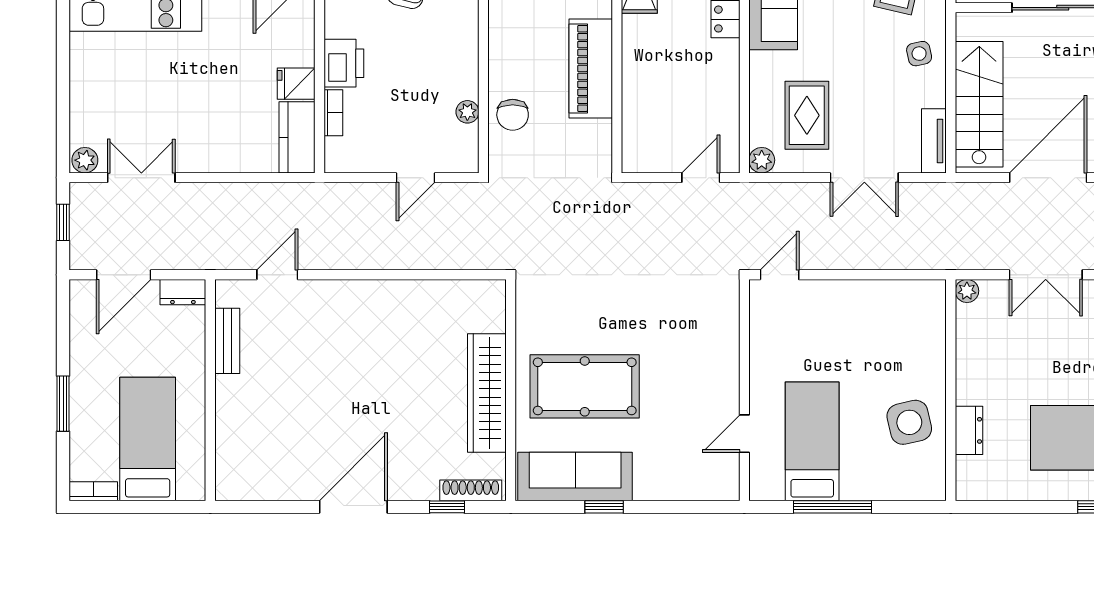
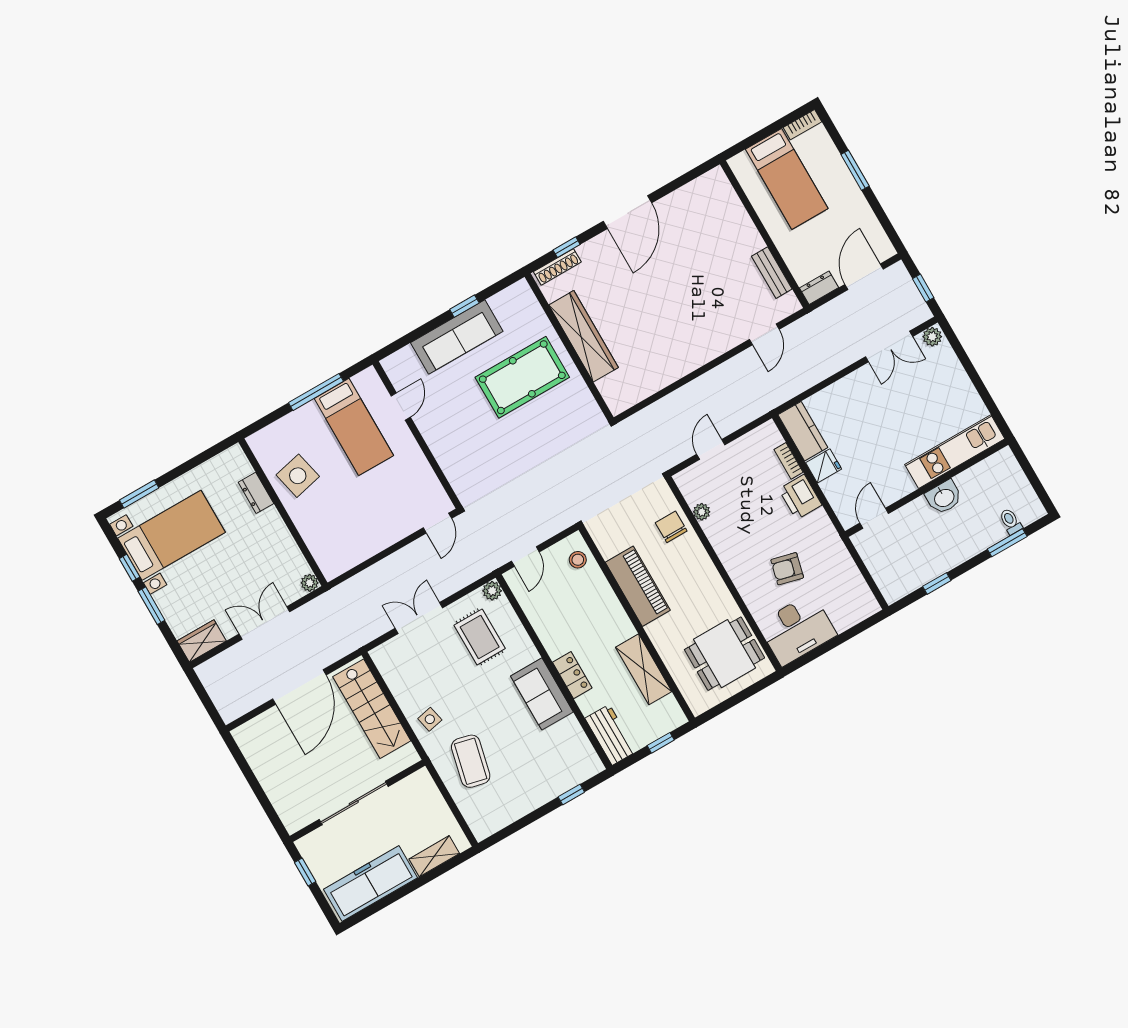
stool: (642, 139) -> (578, 560), added
tv unit: (934, 141) -> (387, 668), removed
sofa: (575, 477) -> (457, 337), moved

